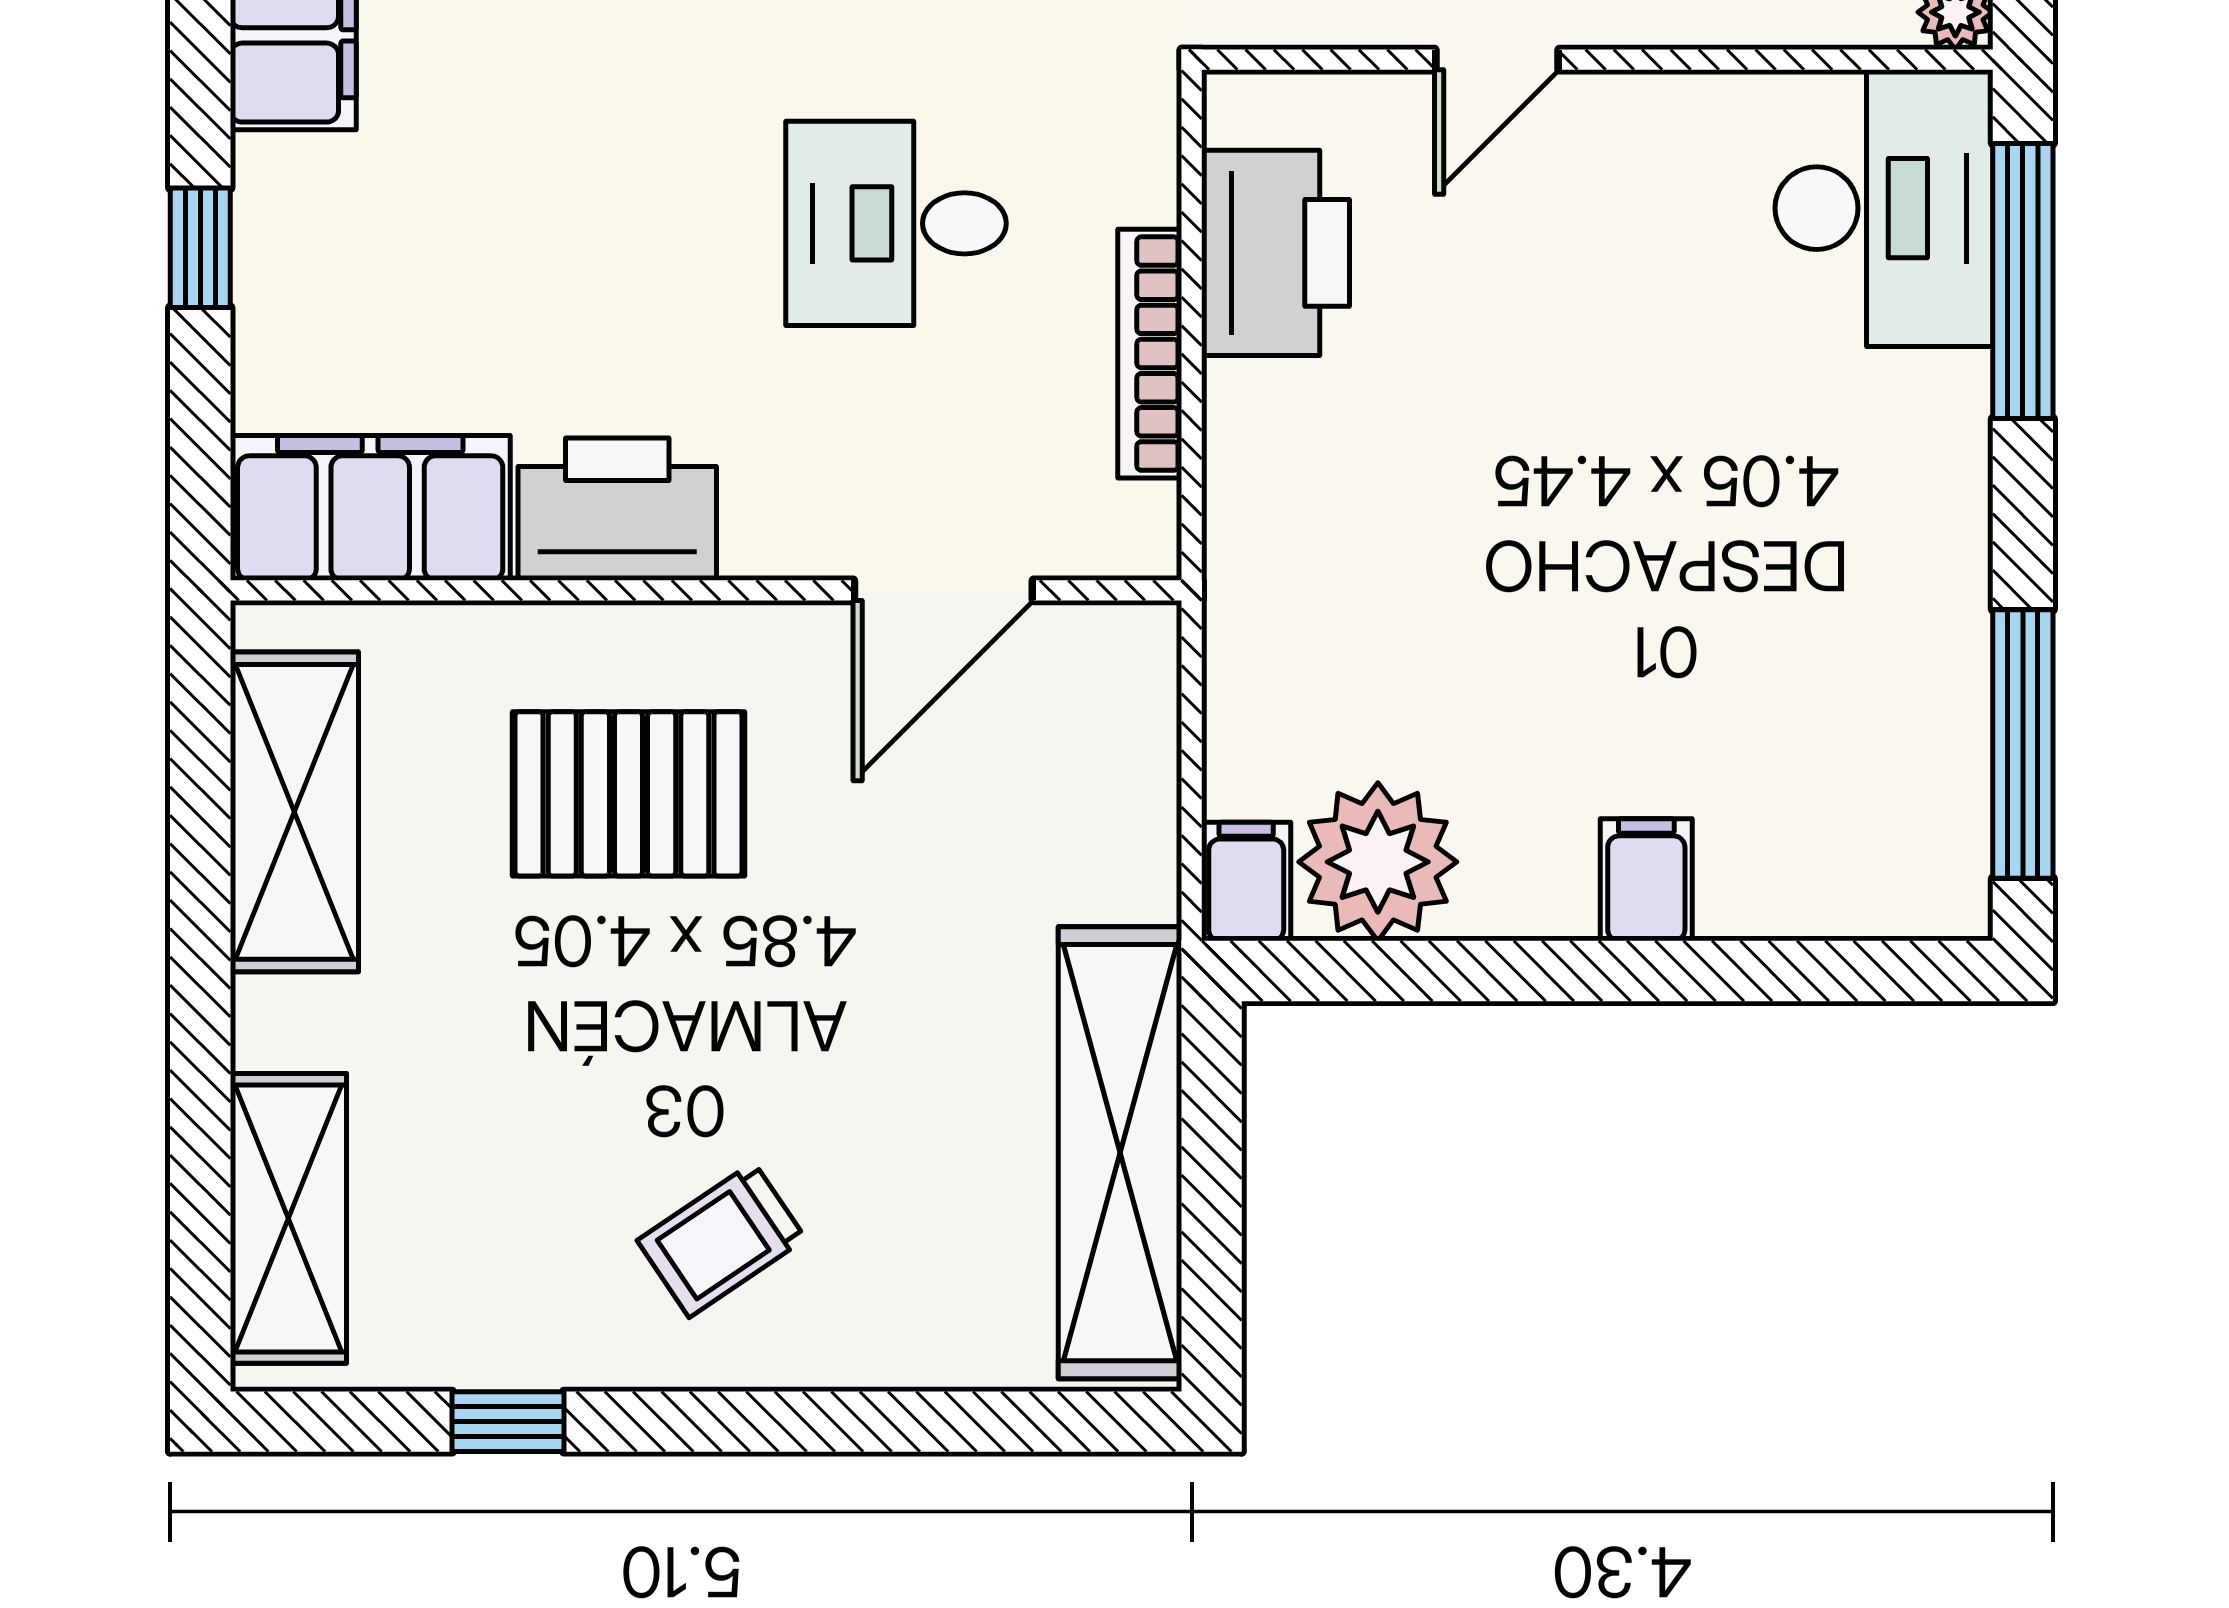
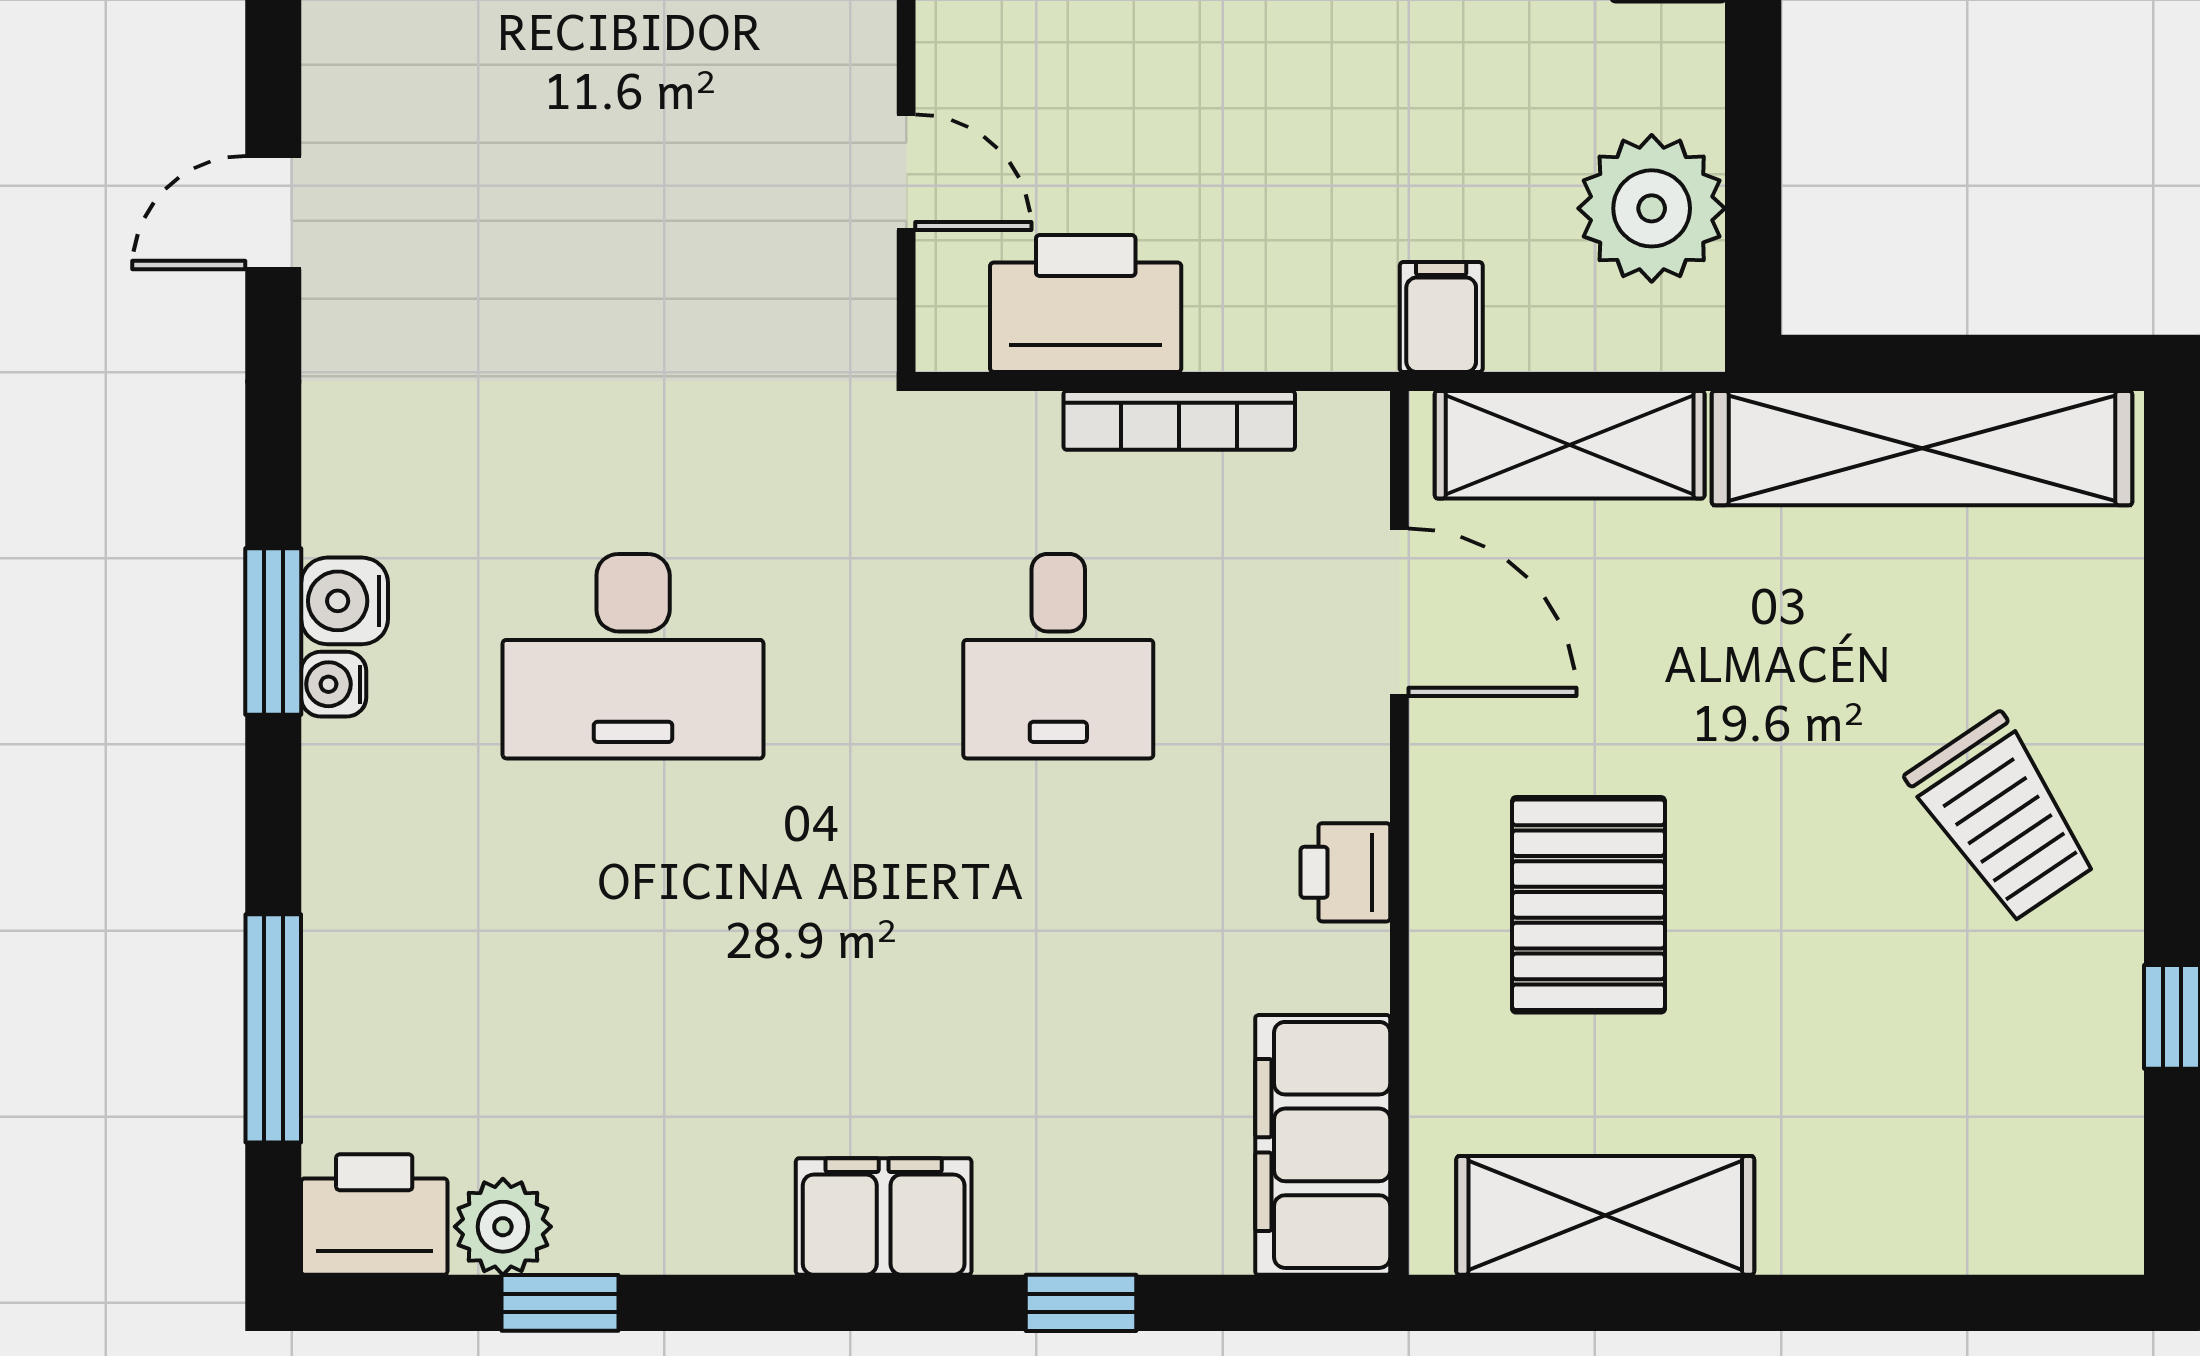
door: (1497, 60) -> (906, 172), moved
printer: (617, 509) -> (1345, 872), width x0.53, depth x0.68
filing cabinet: (1246, 882) -> (1441, 317), moved, turned 90
shelving: (288, 1218) -> (1570, 445), moved
trolley: (721, 1240) -> (2003, 818), width x1.36, depth x1.39

